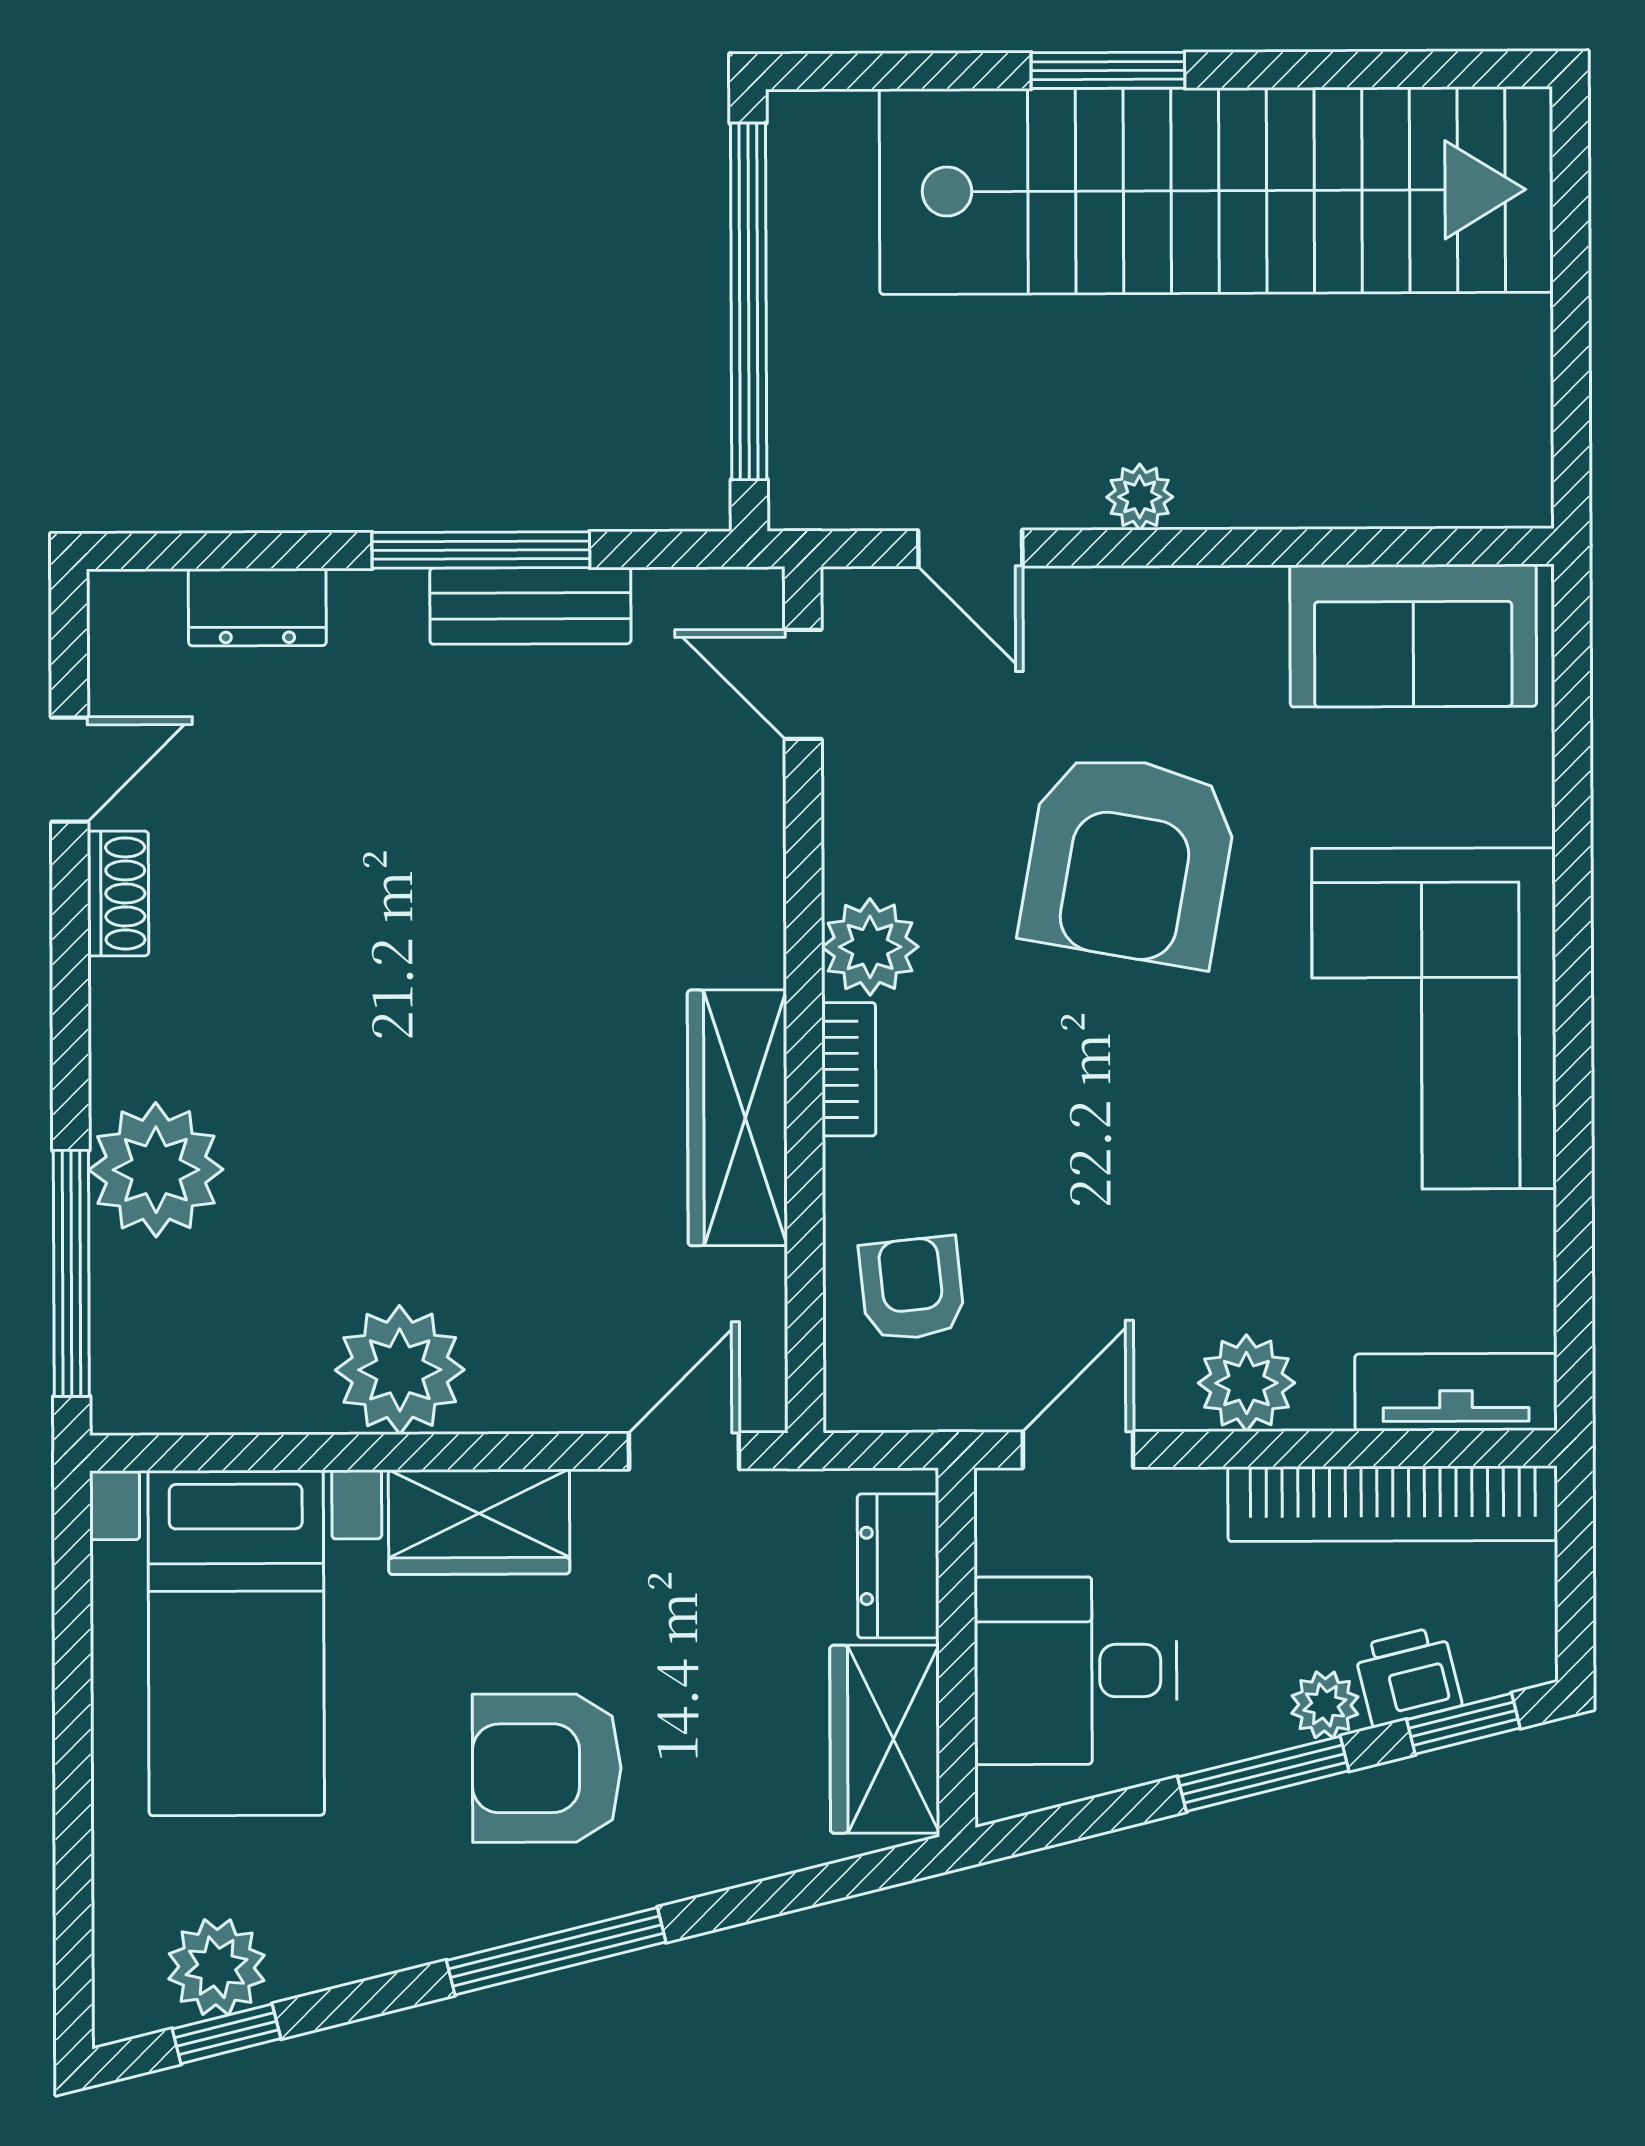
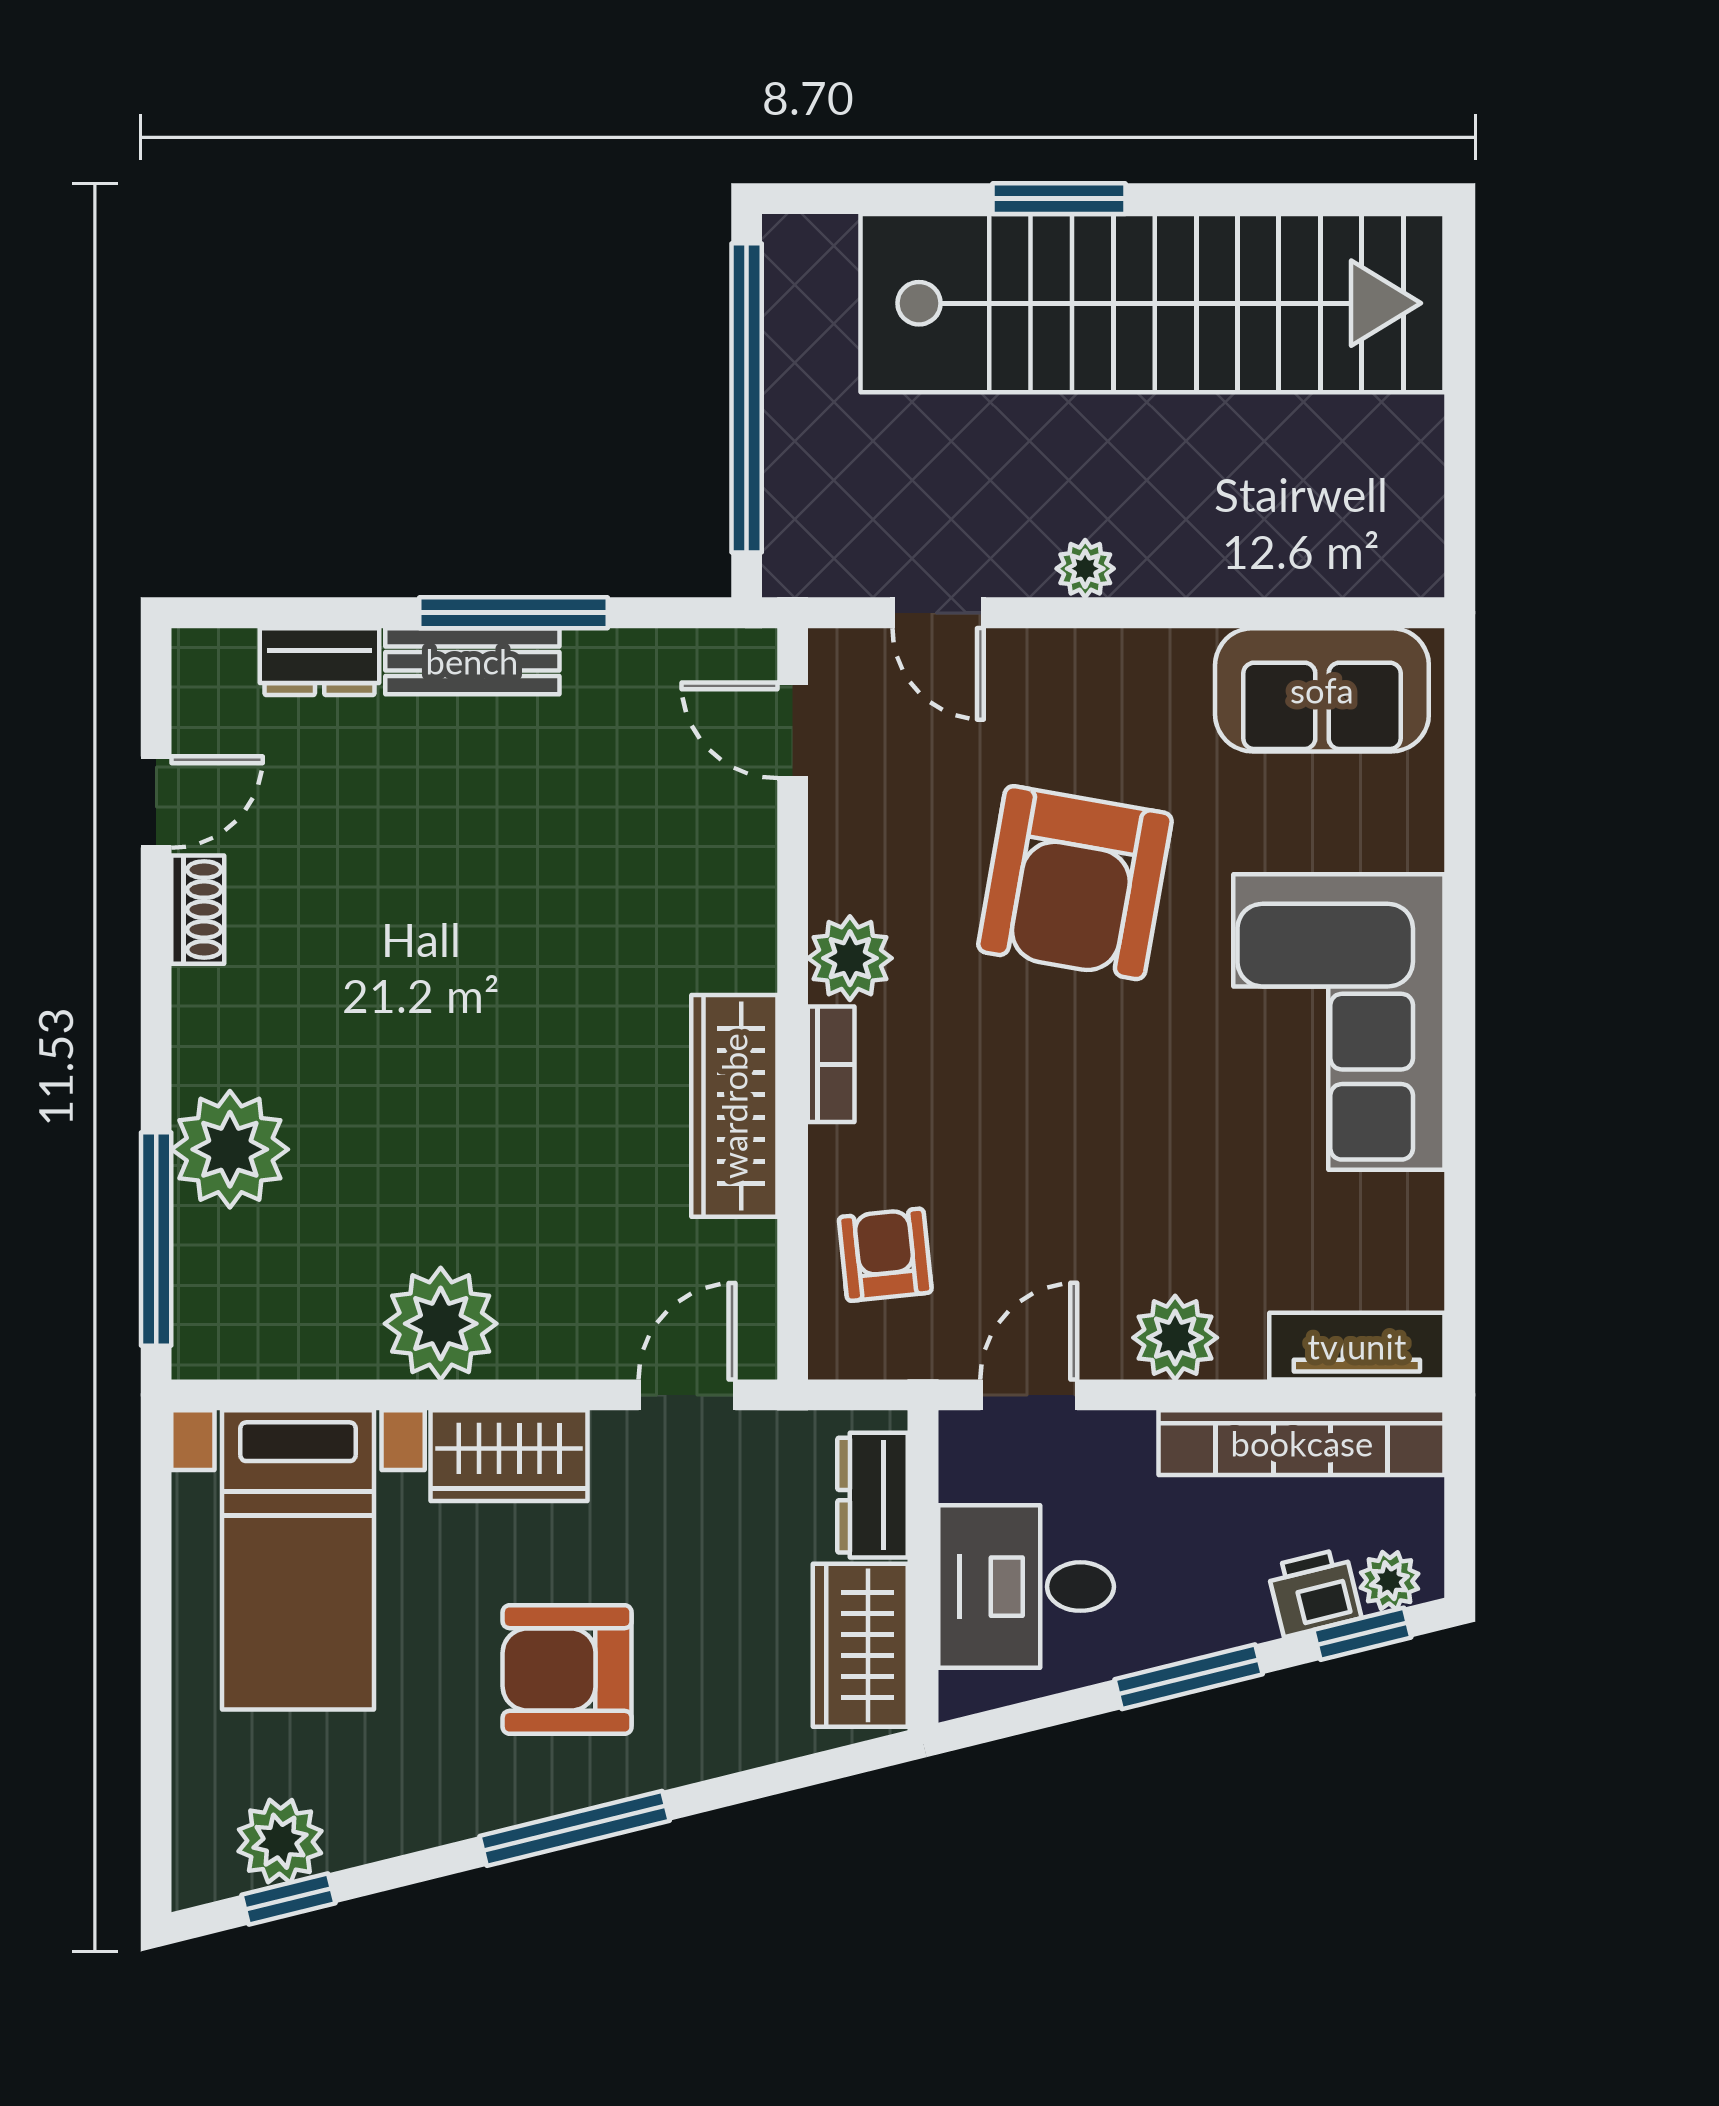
bench: (530, 606) -> (472, 661), moved
plant: (1325, 1705) -> (1389, 1581), moved

